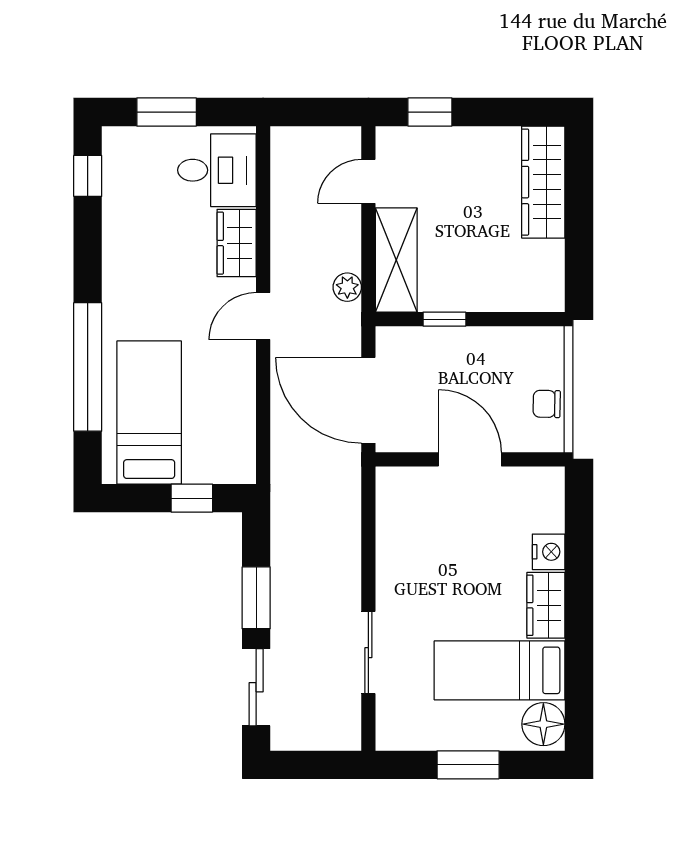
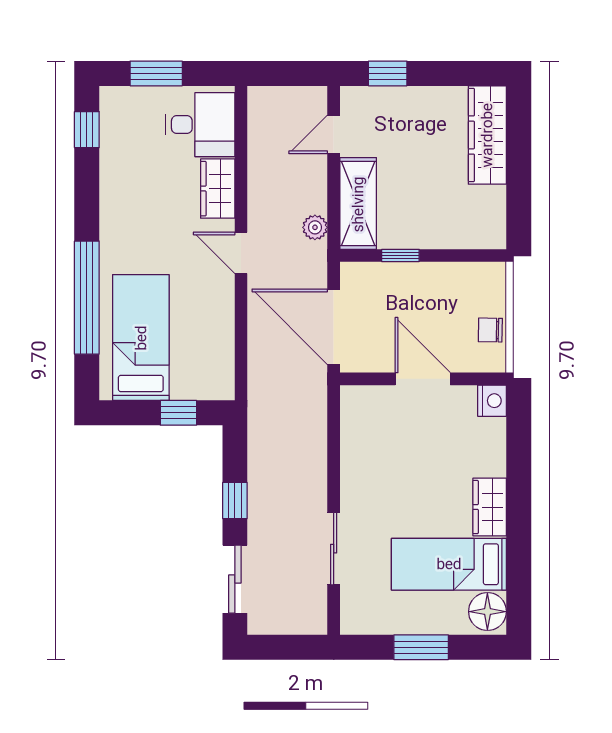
door: (263, 316) -> (241, 253), hinge flipped
nightstand: (549, 552) -> (492, 401), moved
window: (256, 598) -> (235, 500), width x0.67

